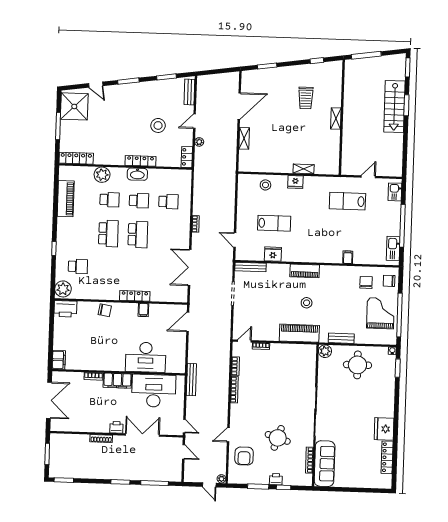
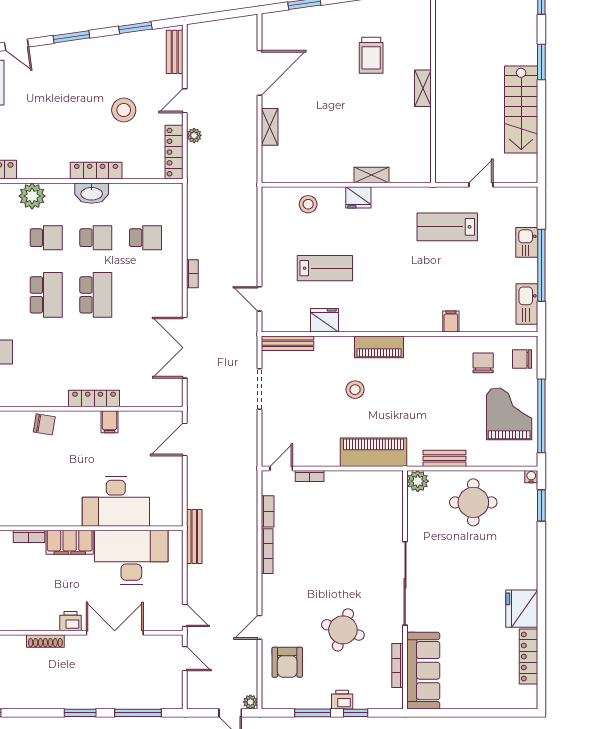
stairs: (394, 106) -> (521, 109), moved
locker: (187, 157) -> (174, 152), width x1.53
kitchen sink: (395, 192) -> (527, 242), moved
stool: (307, 303) -> (355, 390), moved

